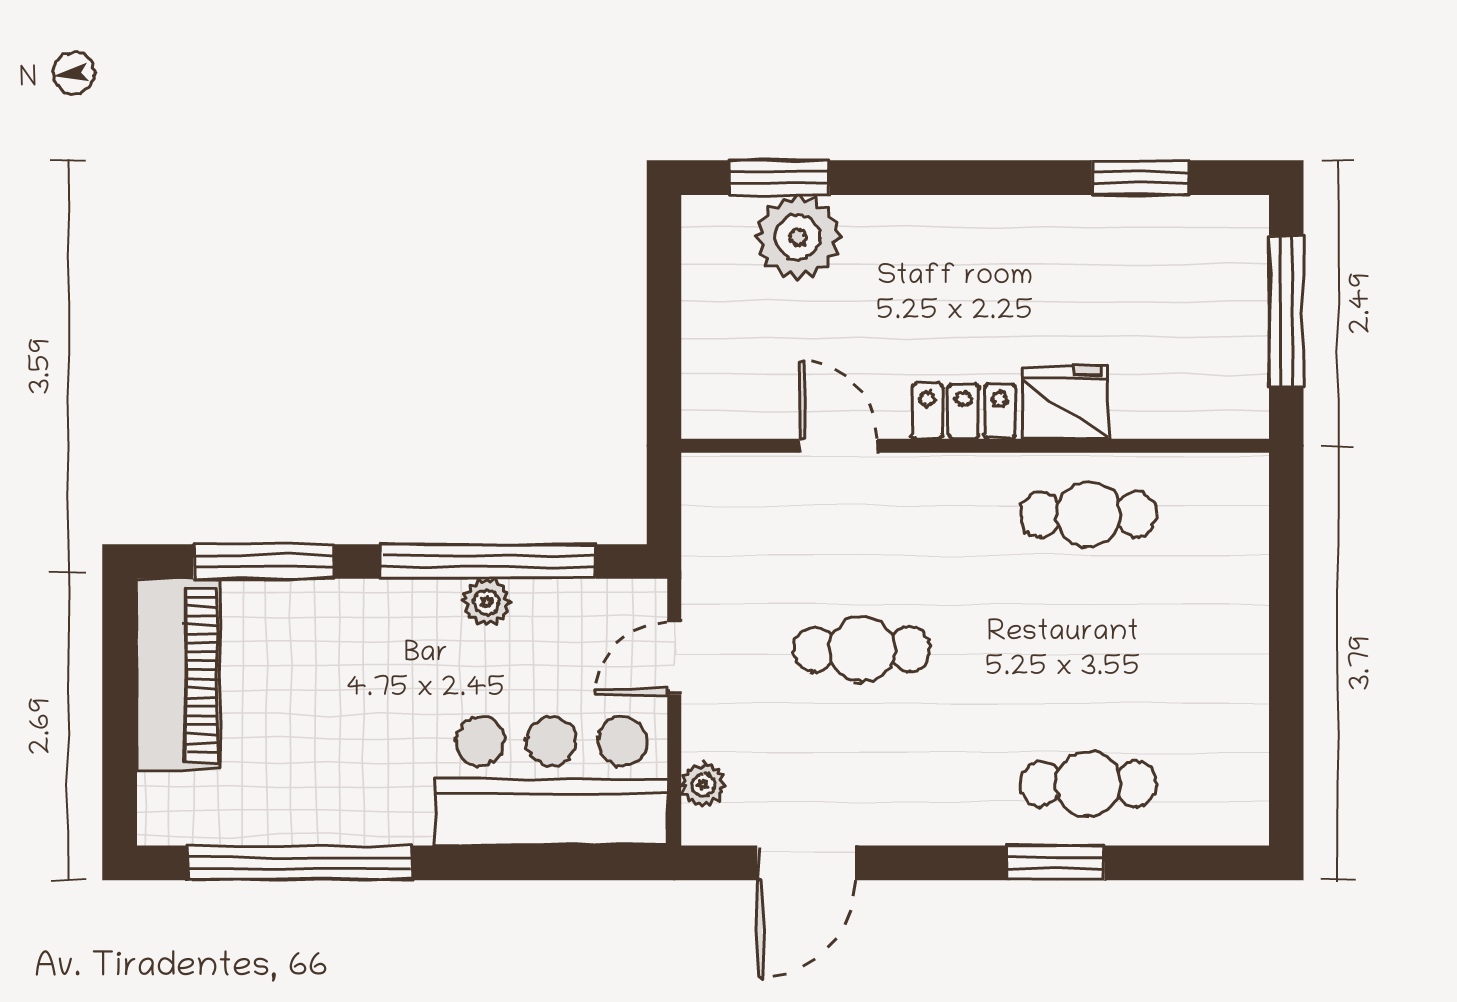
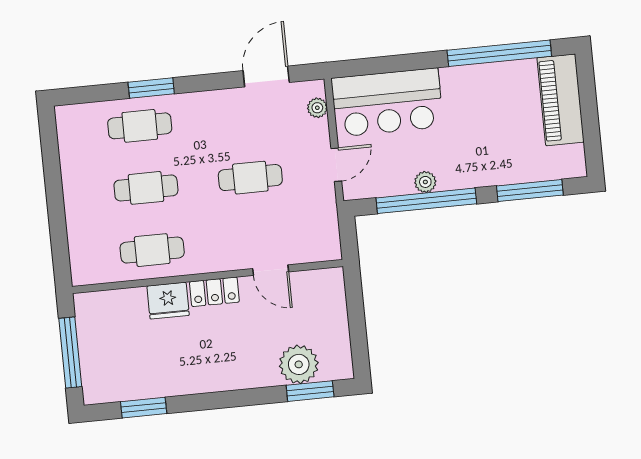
cafe table: (1088, 649) -> (146, 188), added
piano: (179, 675) -> (561, 100), moved

